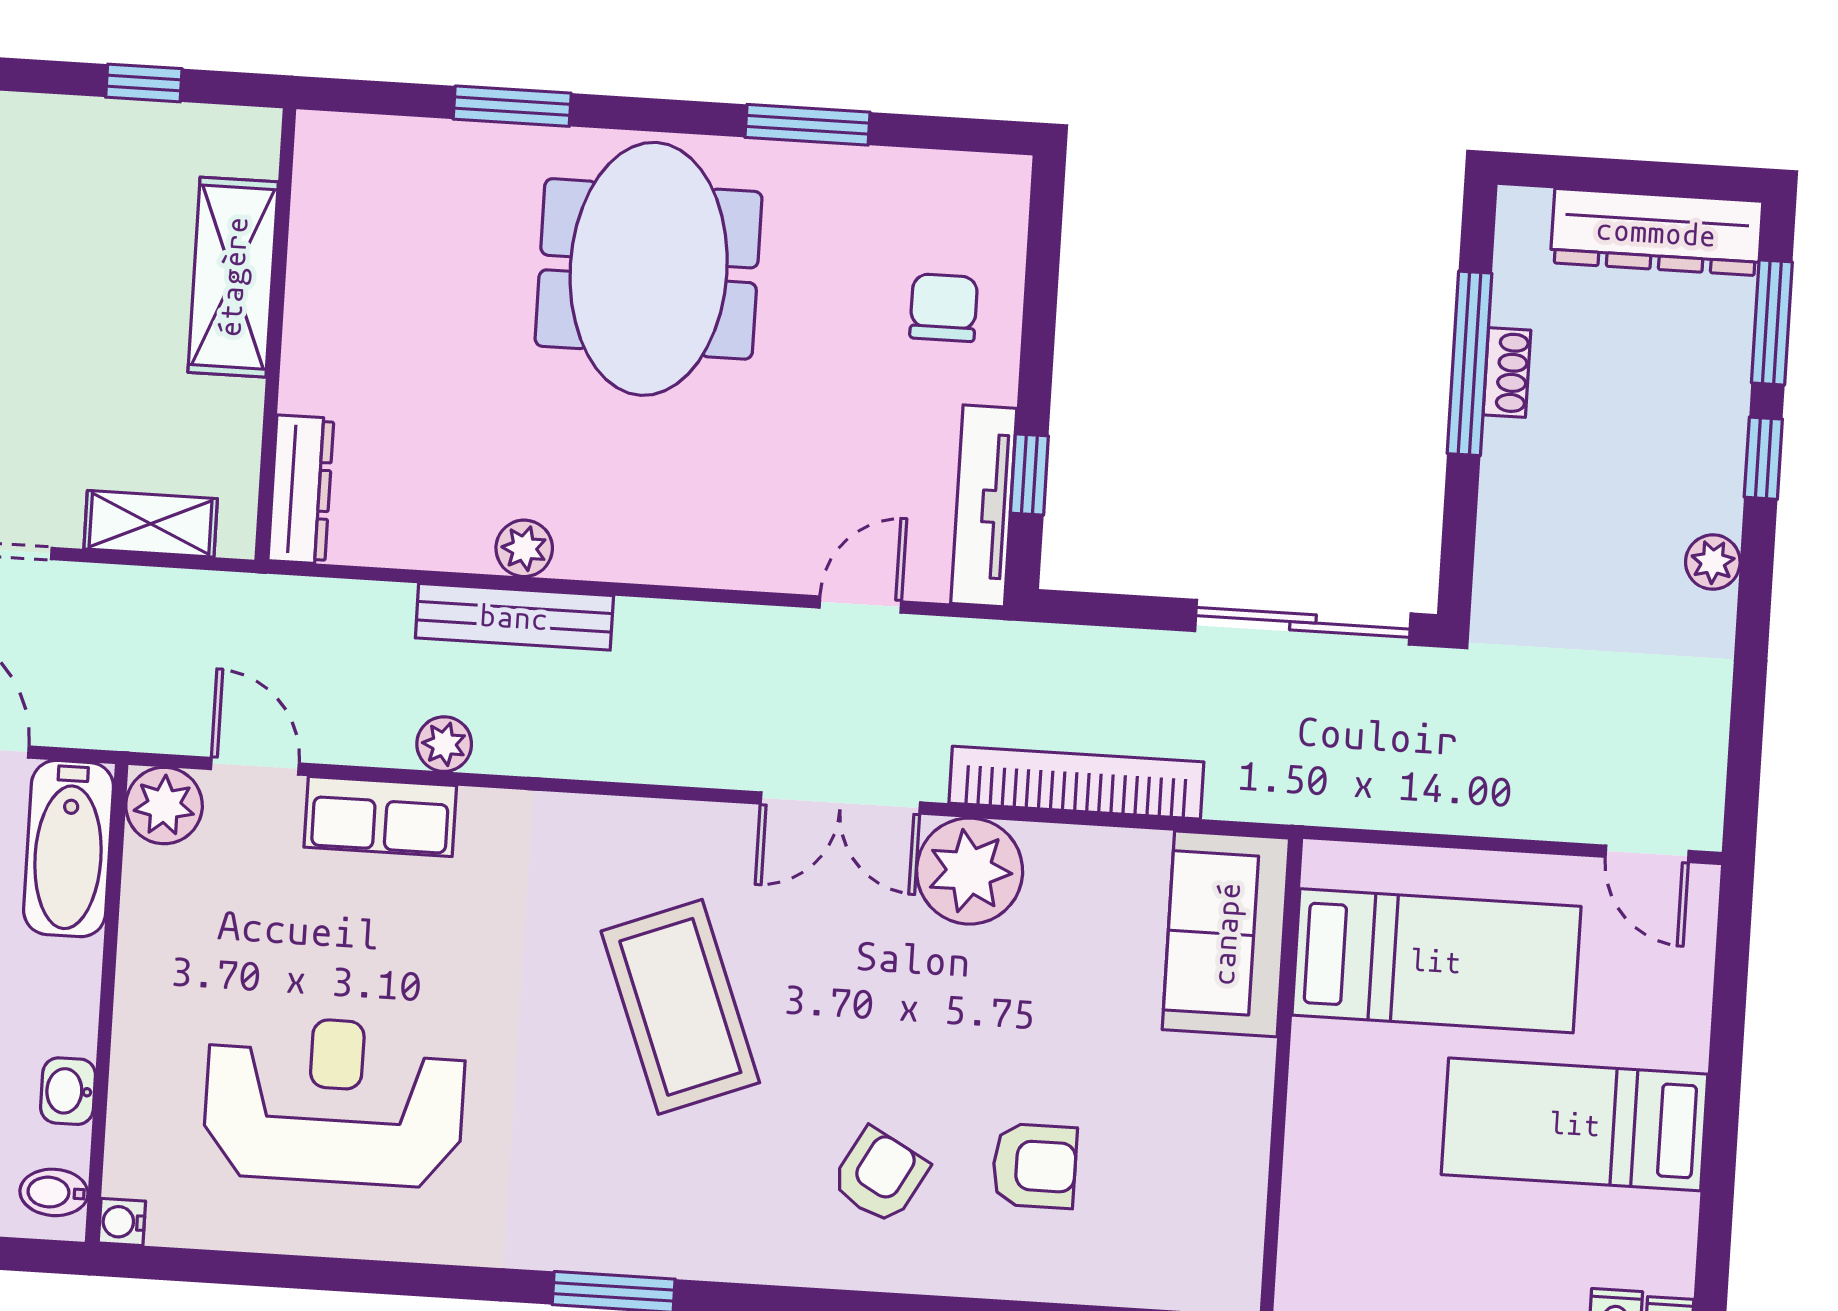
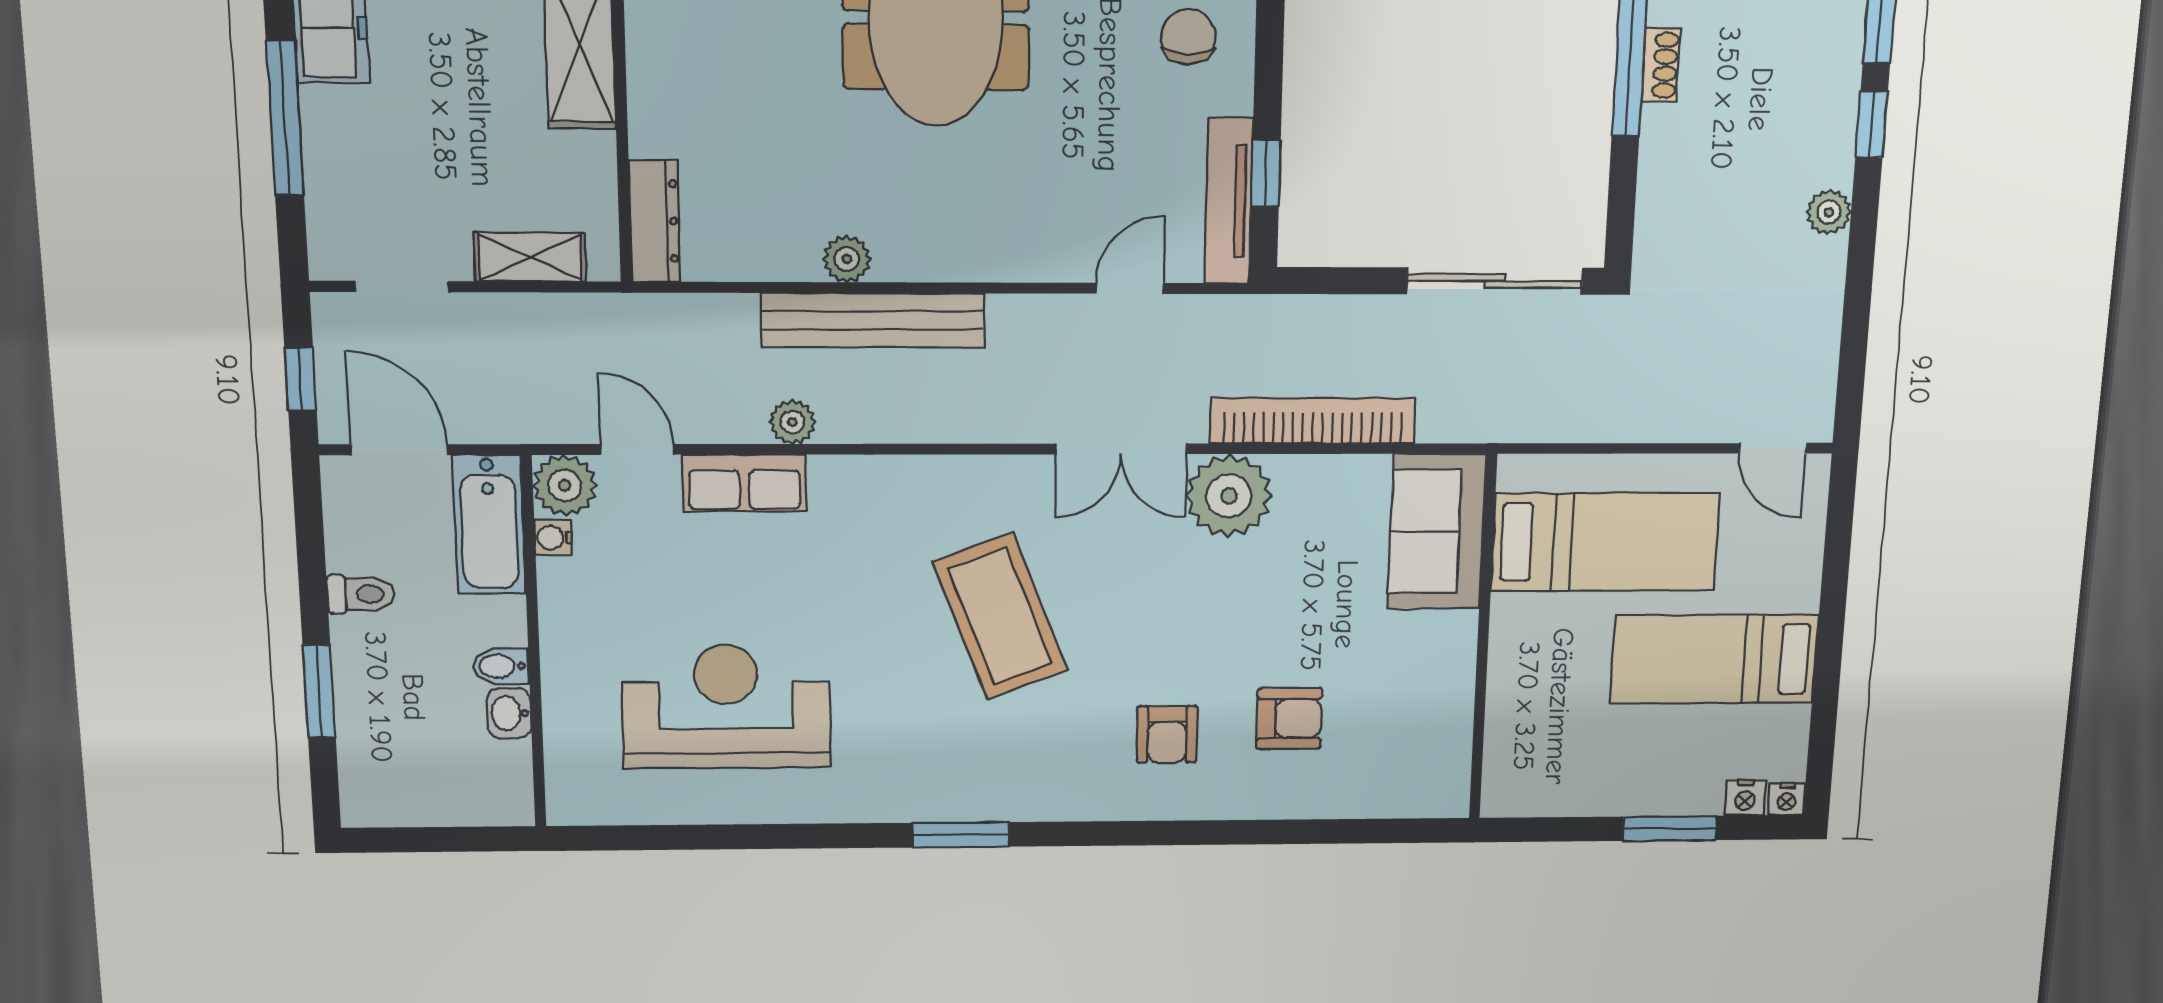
bench: (514, 617) -> (873, 320), width x1.37, depth x1.21
armchair: (880, 1176) -> (1167, 734), turned 151
bidet: (54, 1192) -> (501, 666), moved
water cooler: (122, 1222) -> (553, 538), moved

